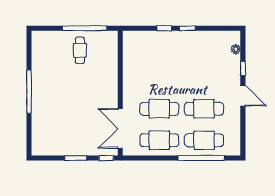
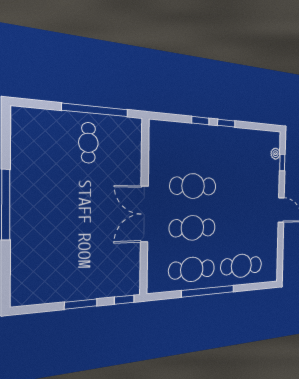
window: (243, 69) -> (282, 162), moved
cafe table: (204, 109) -> (193, 186), moved
double door: (120, 128) -> (144, 214), moved
window: (201, 158) -> (208, 291), moved

